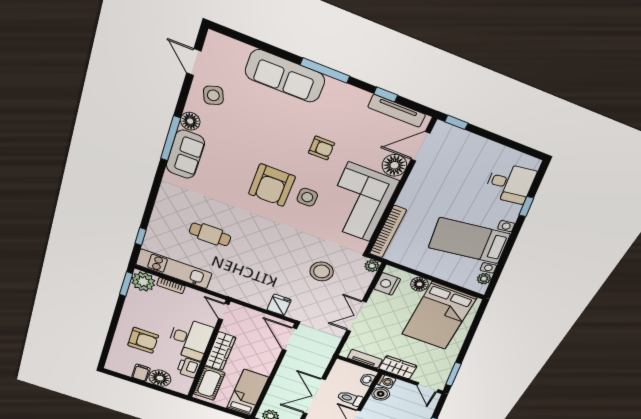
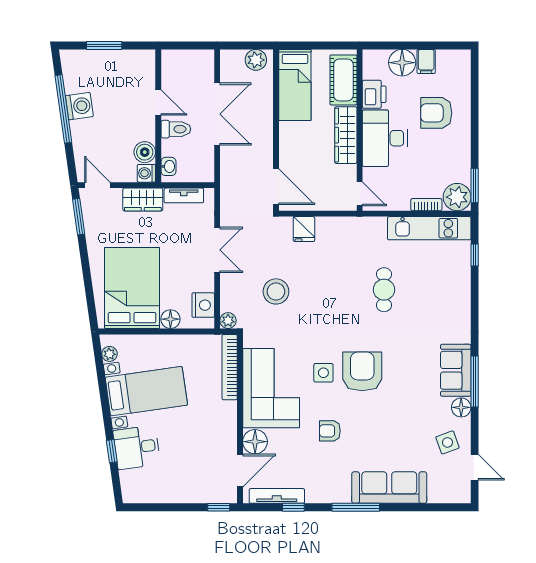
desk: (510, 183) -> (137, 447), moved
cafe table: (210, 234) -> (384, 290), moved, turned 90

